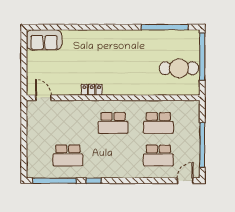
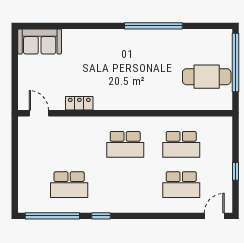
window: (165, 27) -> (153, 26), moved
locker: (92, 90) -> (79, 103), moved
window: (202, 145) -> (236, 171), width x0.32

